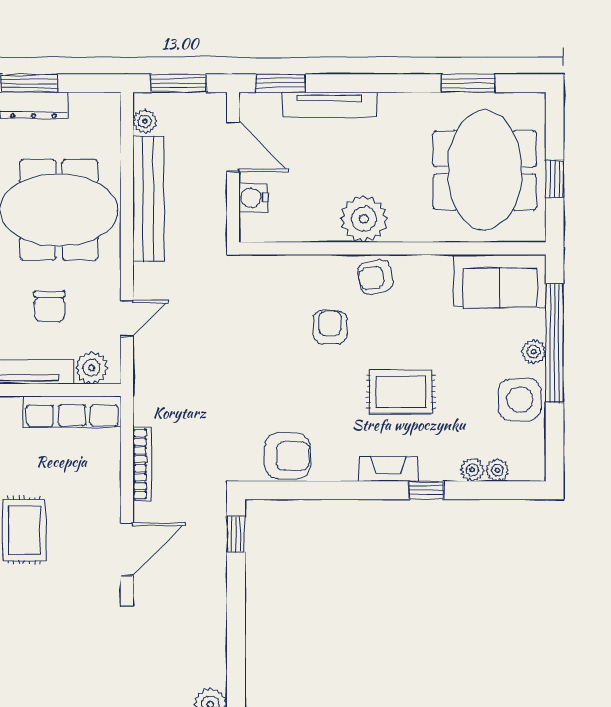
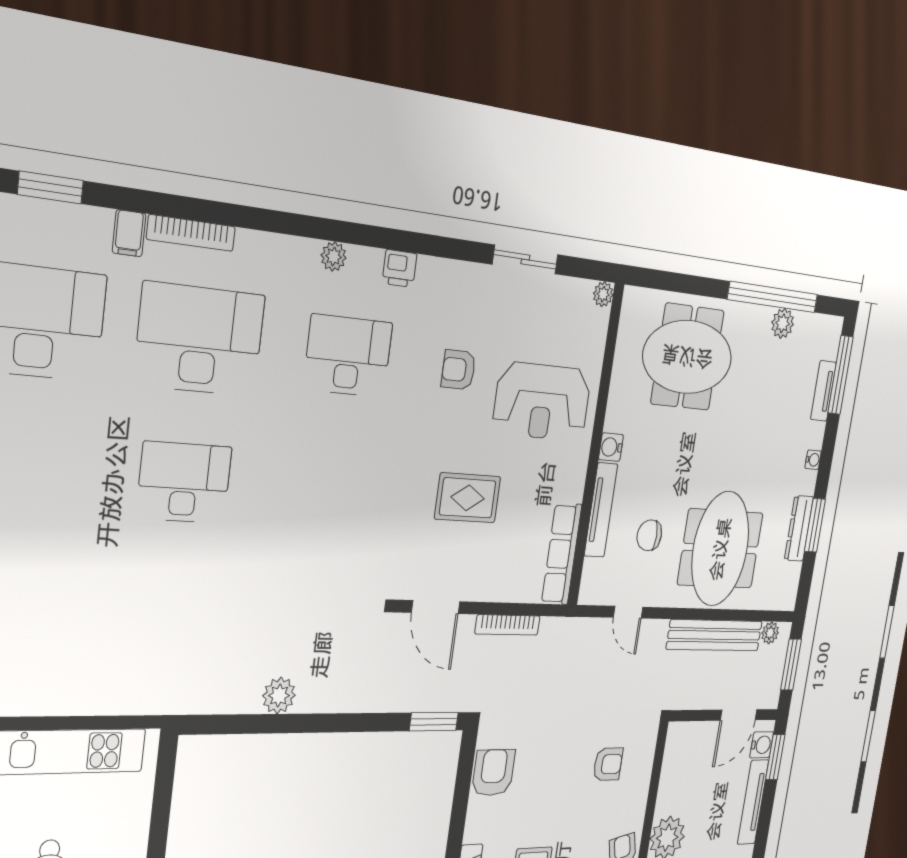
water cooler: (253, 198) -> (762, 745), moved, turned 90
armchair: (330, 327) -> (608, 764), moved
plant: (92, 368) -> (594, 576), removed
armchair: (287, 456) -> (493, 773), turned 180
window: (236, 534) -> (434, 722), width x1.50

